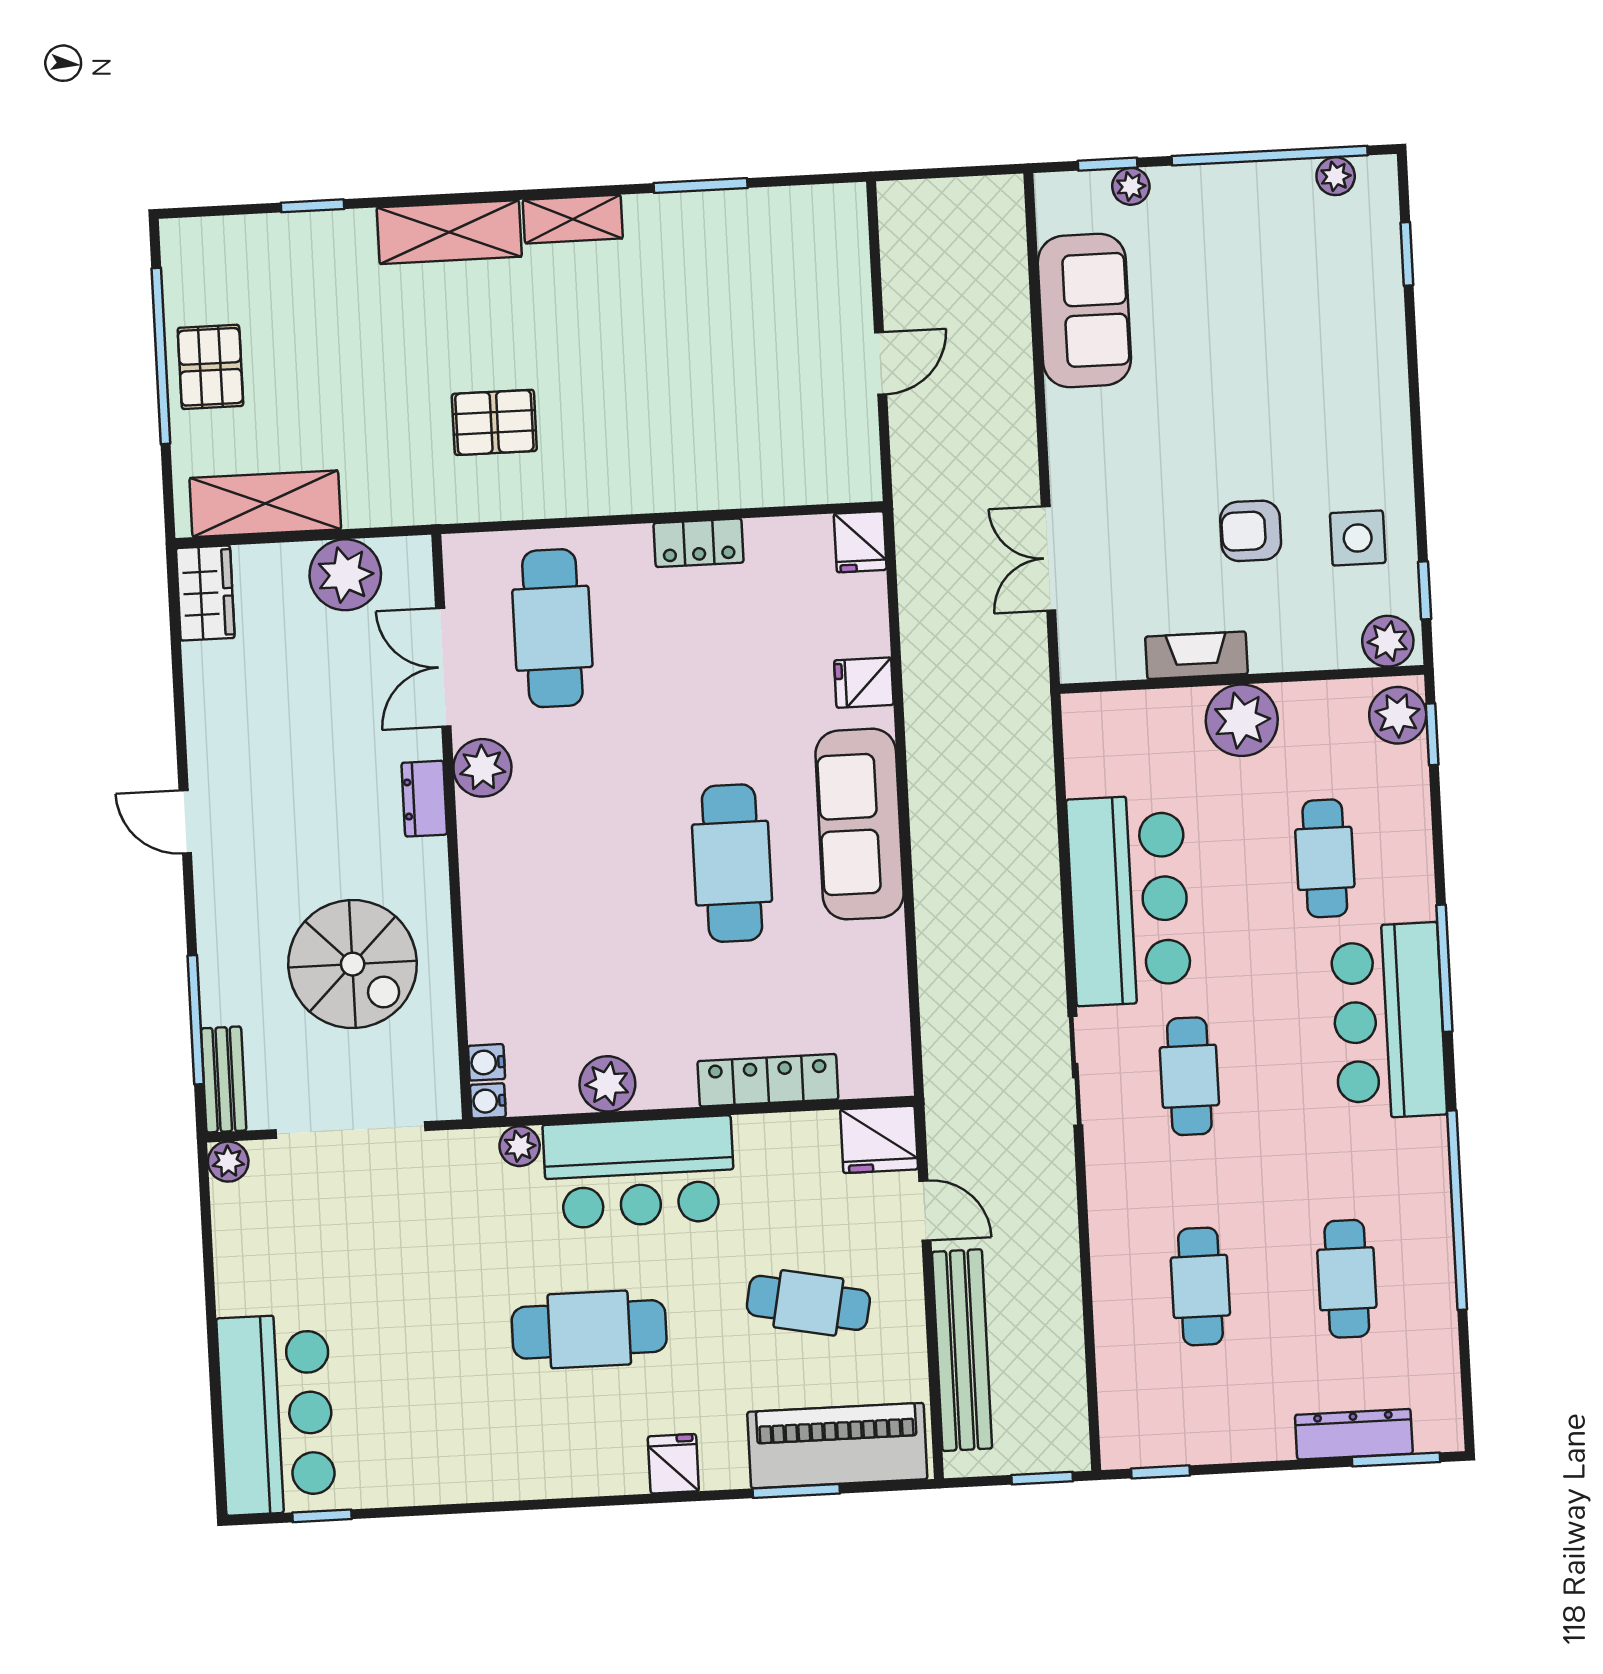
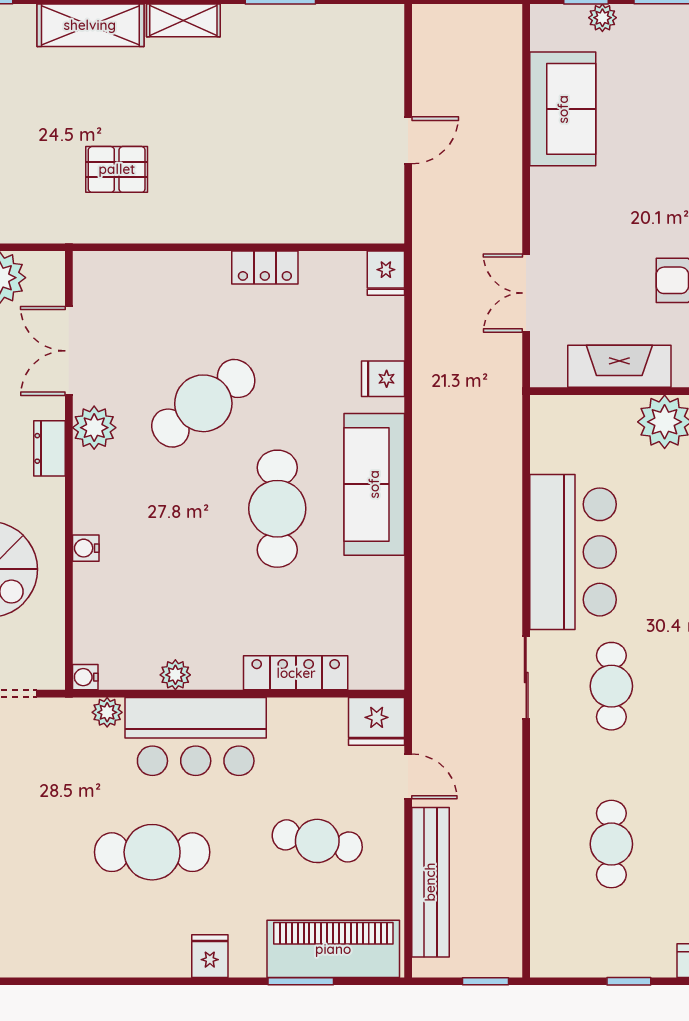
cafe table: (552, 628) -> (203, 403), moved, turned 53
fireplace: (1196, 655) -> (619, 366), width x1.37, depth x1.32
water cooler: (487, 1062) -> (86, 548), moved
plant: (607, 1084) -> (175, 675), width x0.73, depth x0.73
window: (1160, 1472) -> (629, 981), moved

